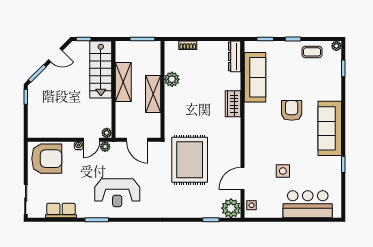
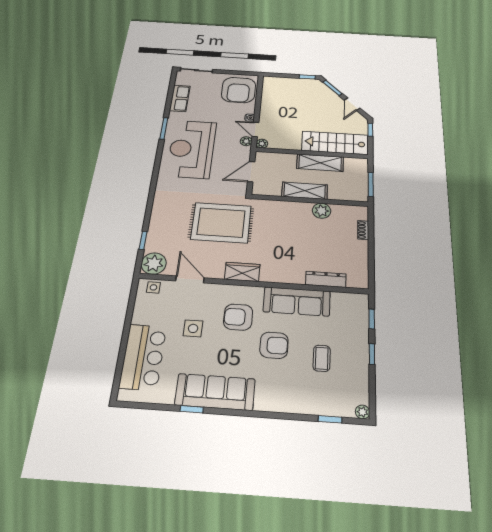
coffee table: (312, 52) -> (322, 358), moved
dresser: (235, 56) -> (326, 279), moved
sofa: (255, 77) -> (297, 301), moved
wardrobe: (233, 104) -> (242, 272), moved
sofa: (330, 128) -> (215, 392), moved
armchair: (271, 139) -> (238, 317), added
reception desk: (117, 193) -> (192, 149), width x1.36, depth x1.30

